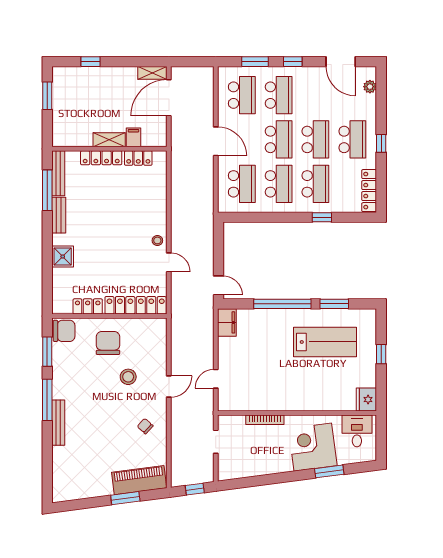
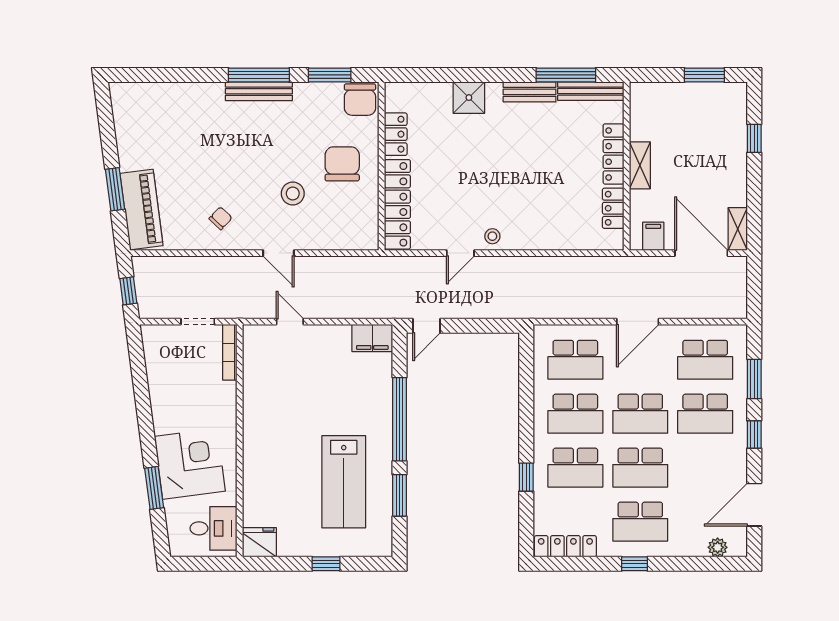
filing cabinet: (133, 137) -> (653, 236), moved, turned -90
chair: (108, 343) -> (342, 164), turned -90
bookcase: (265, 420) -> (230, 352), moved
bench: (58, 423) -> (259, 91), moved

